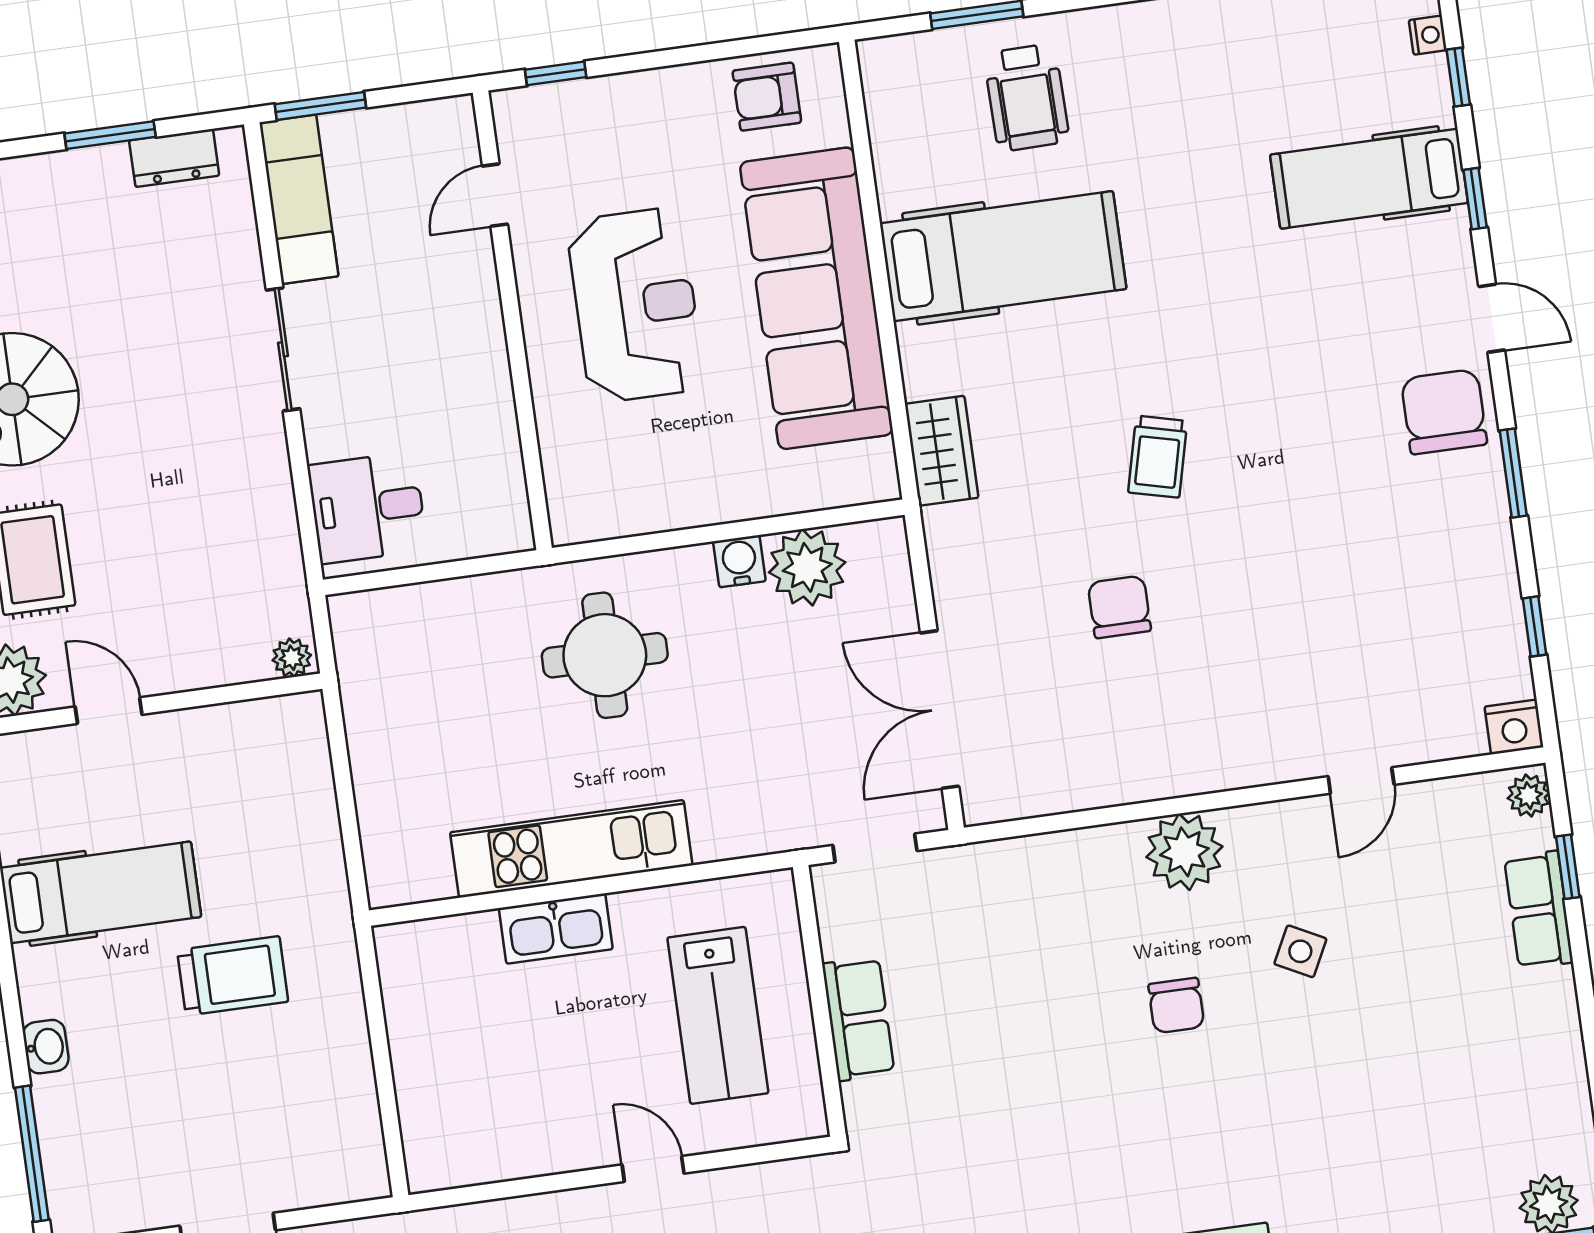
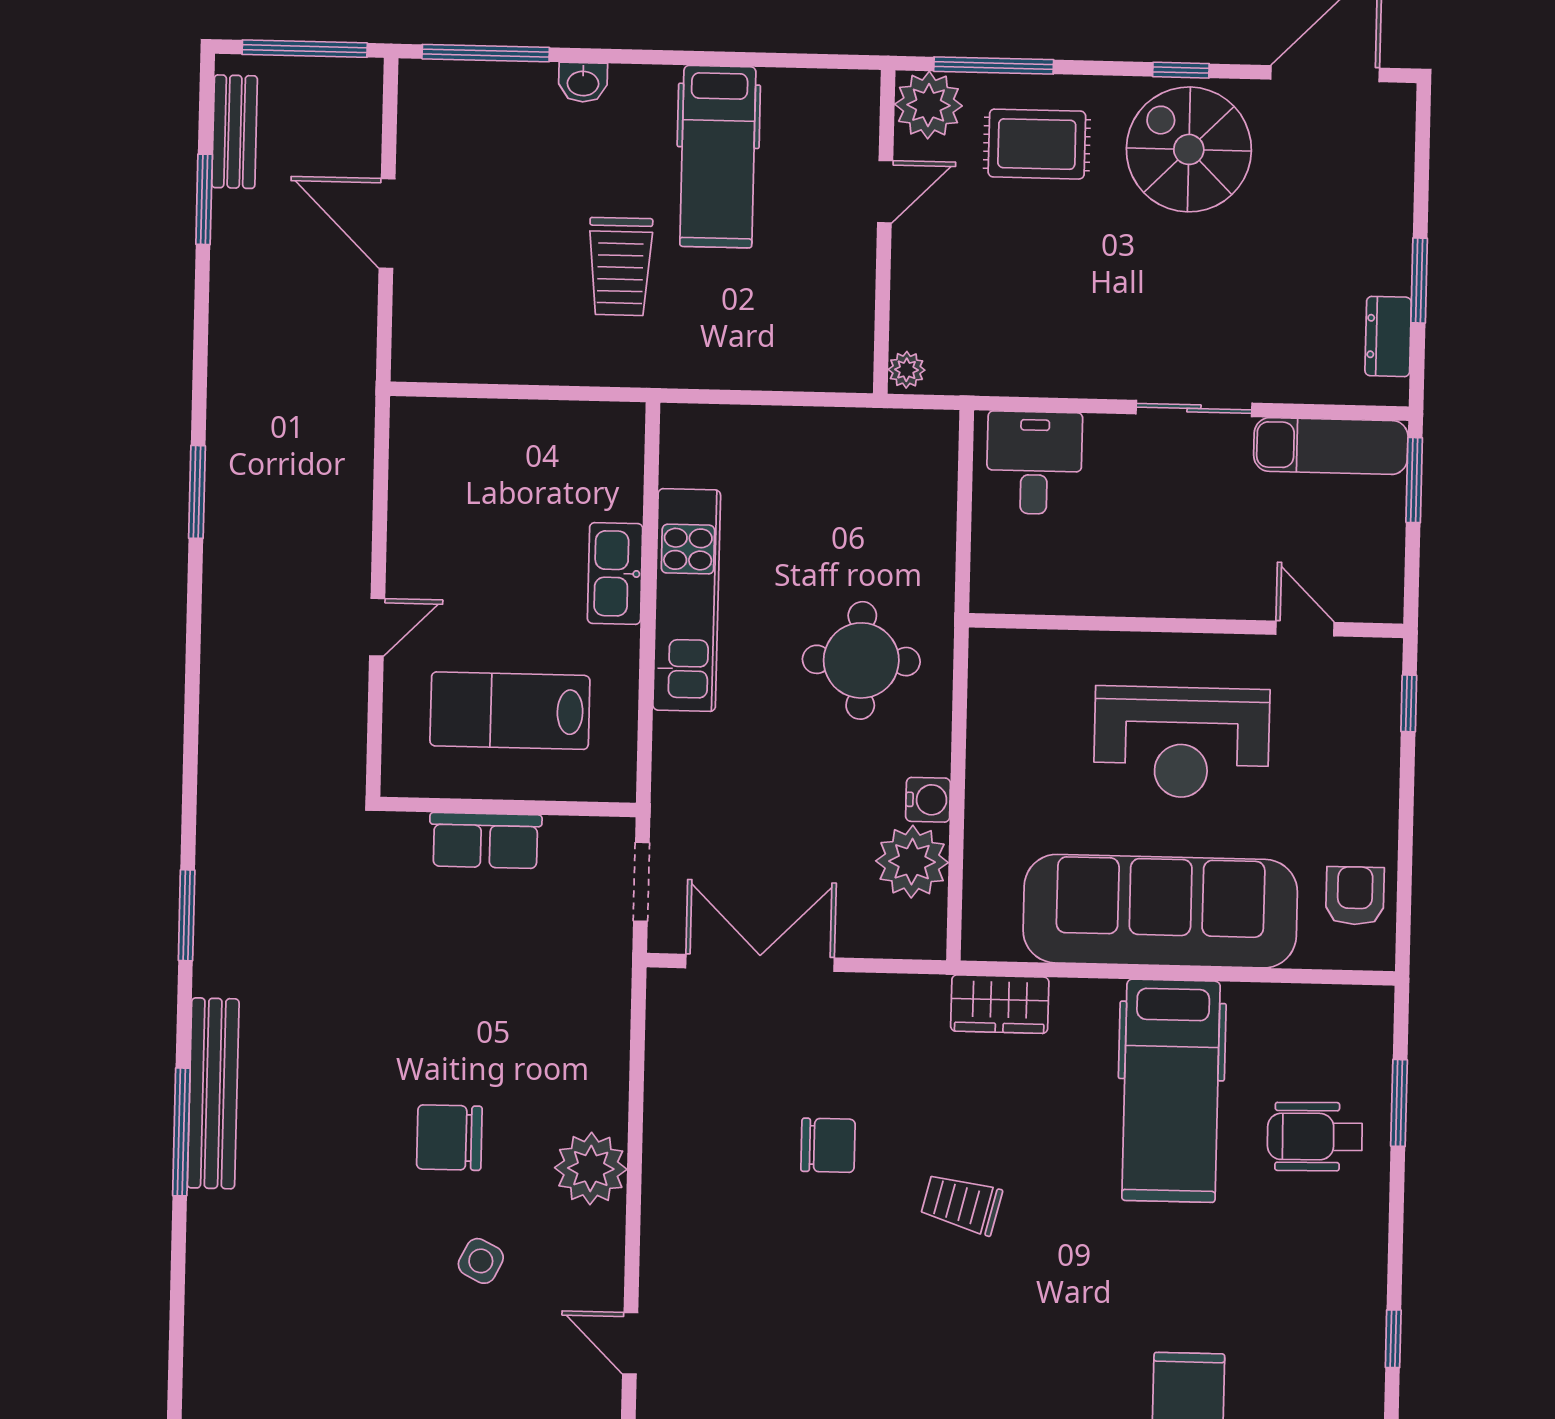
chair: (1176, 1005) -> (449, 1138), width x1.37, depth x1.37

